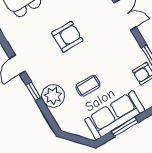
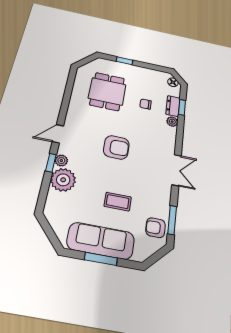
plant: (39, 83) -> (61, 161), added
coffee table: (88, 86) -> (118, 202), moved

